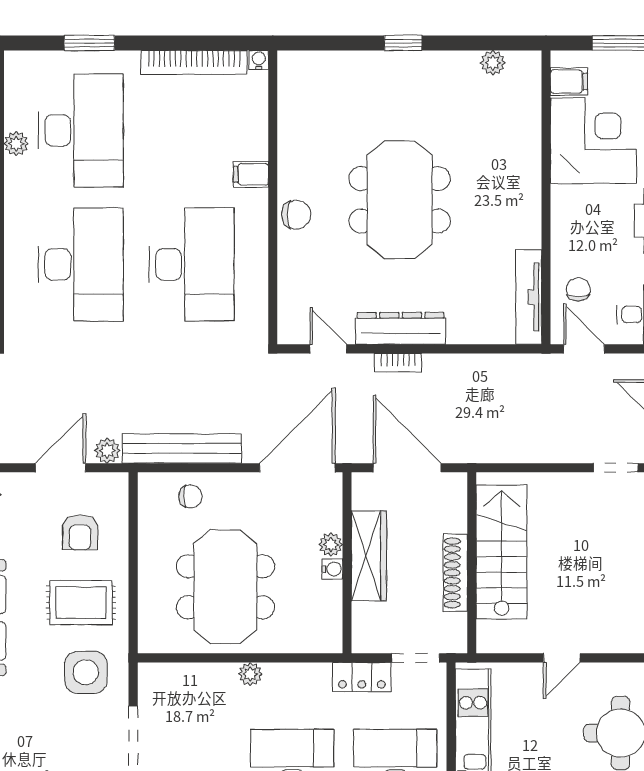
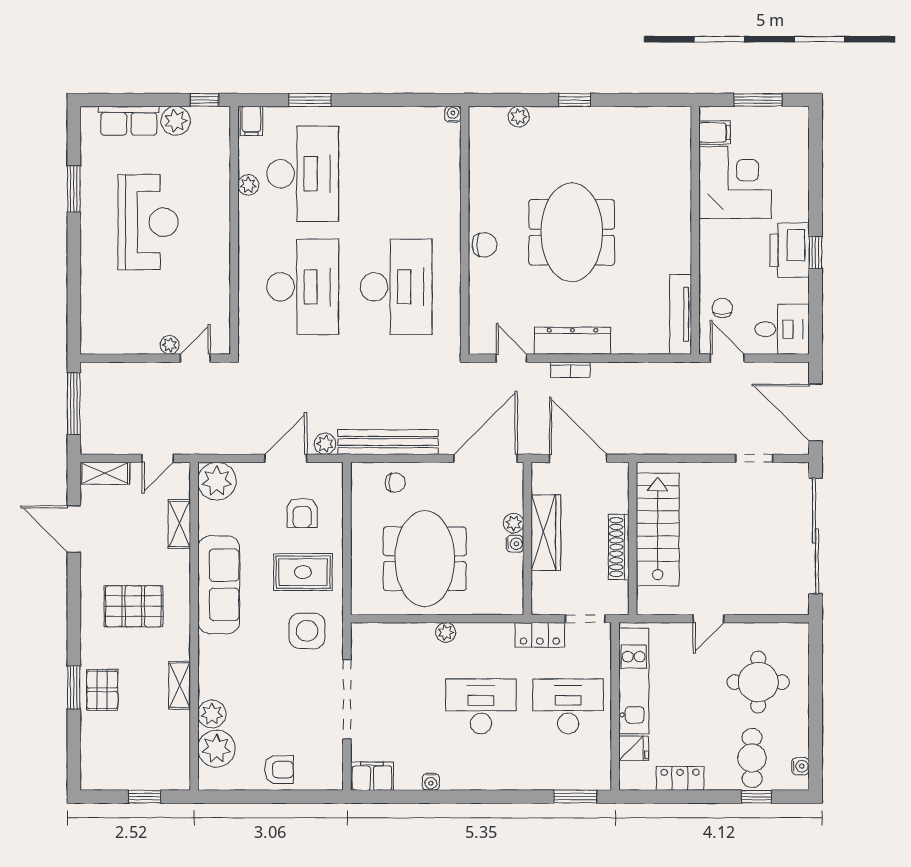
bookcase: (194, 62) -> (398, 116), removed
plant: (493, 63) -> (519, 117), moved
filing cabinet: (251, 174) -> (251, 121), moved, turned -90

